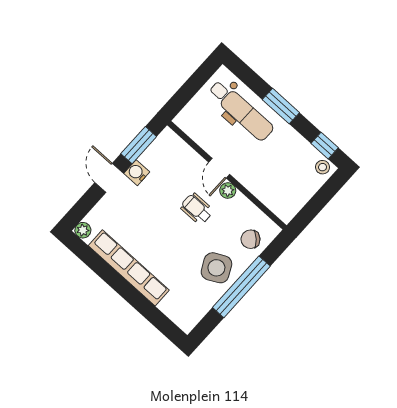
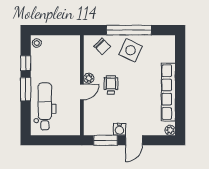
window: (325, 146) -> (26, 63), moved
wheelchair: (197, 209) -> (111, 85), turned 180
side table: (216, 268) -> (131, 50), turned -38

